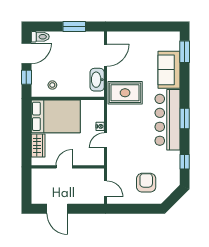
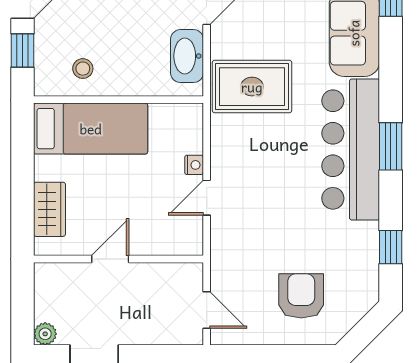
bed: (56, 116) -> (91, 129), width x0.67
plant: (36, 199) -> (45, 334), added

